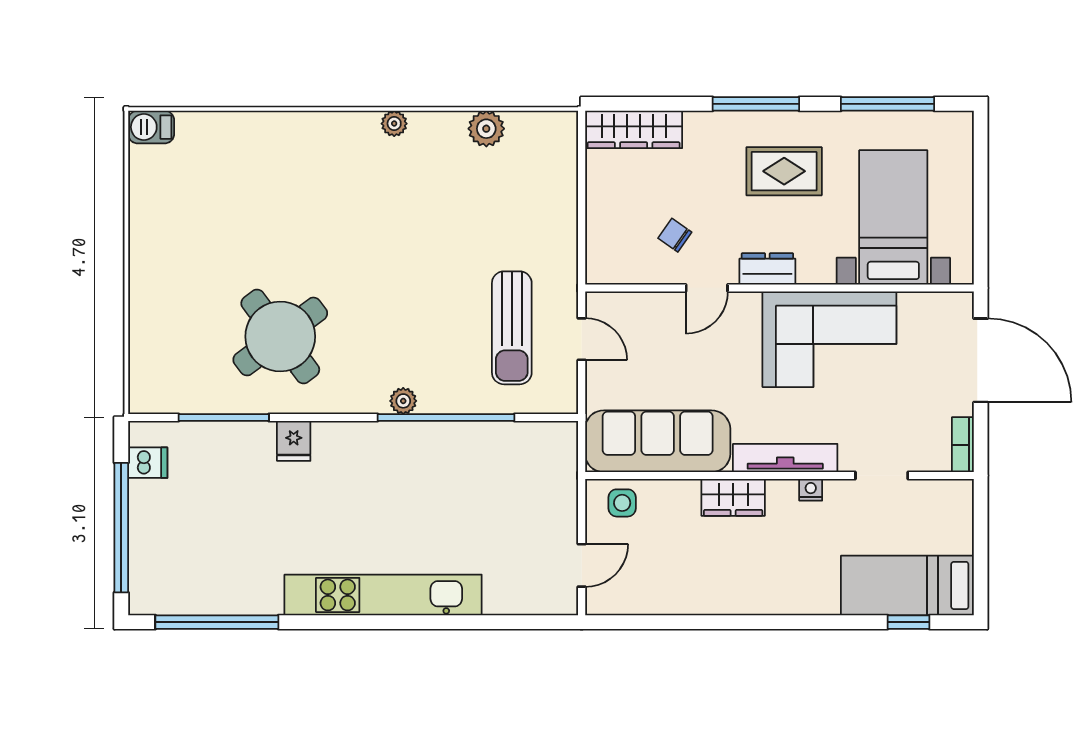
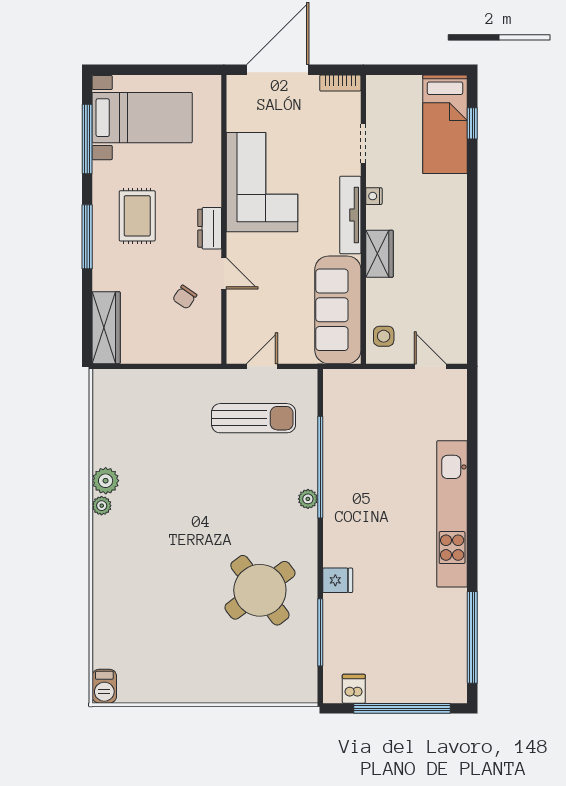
plant: (486, 129) -> (106, 481), moved
bed with nightstands: (893, 217) -> (142, 118), moved, turned 180

